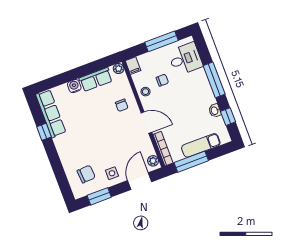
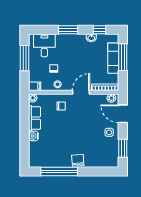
window: (214, 80) -> (68, 30), width x0.69
row of seats: (51, 114) -> (47, 161), removed
window: (44, 132) -> (59, 171), width x3.17
window: (191, 162) -> (123, 57), moved
chair: (86, 174) -> (78, 160), moved

